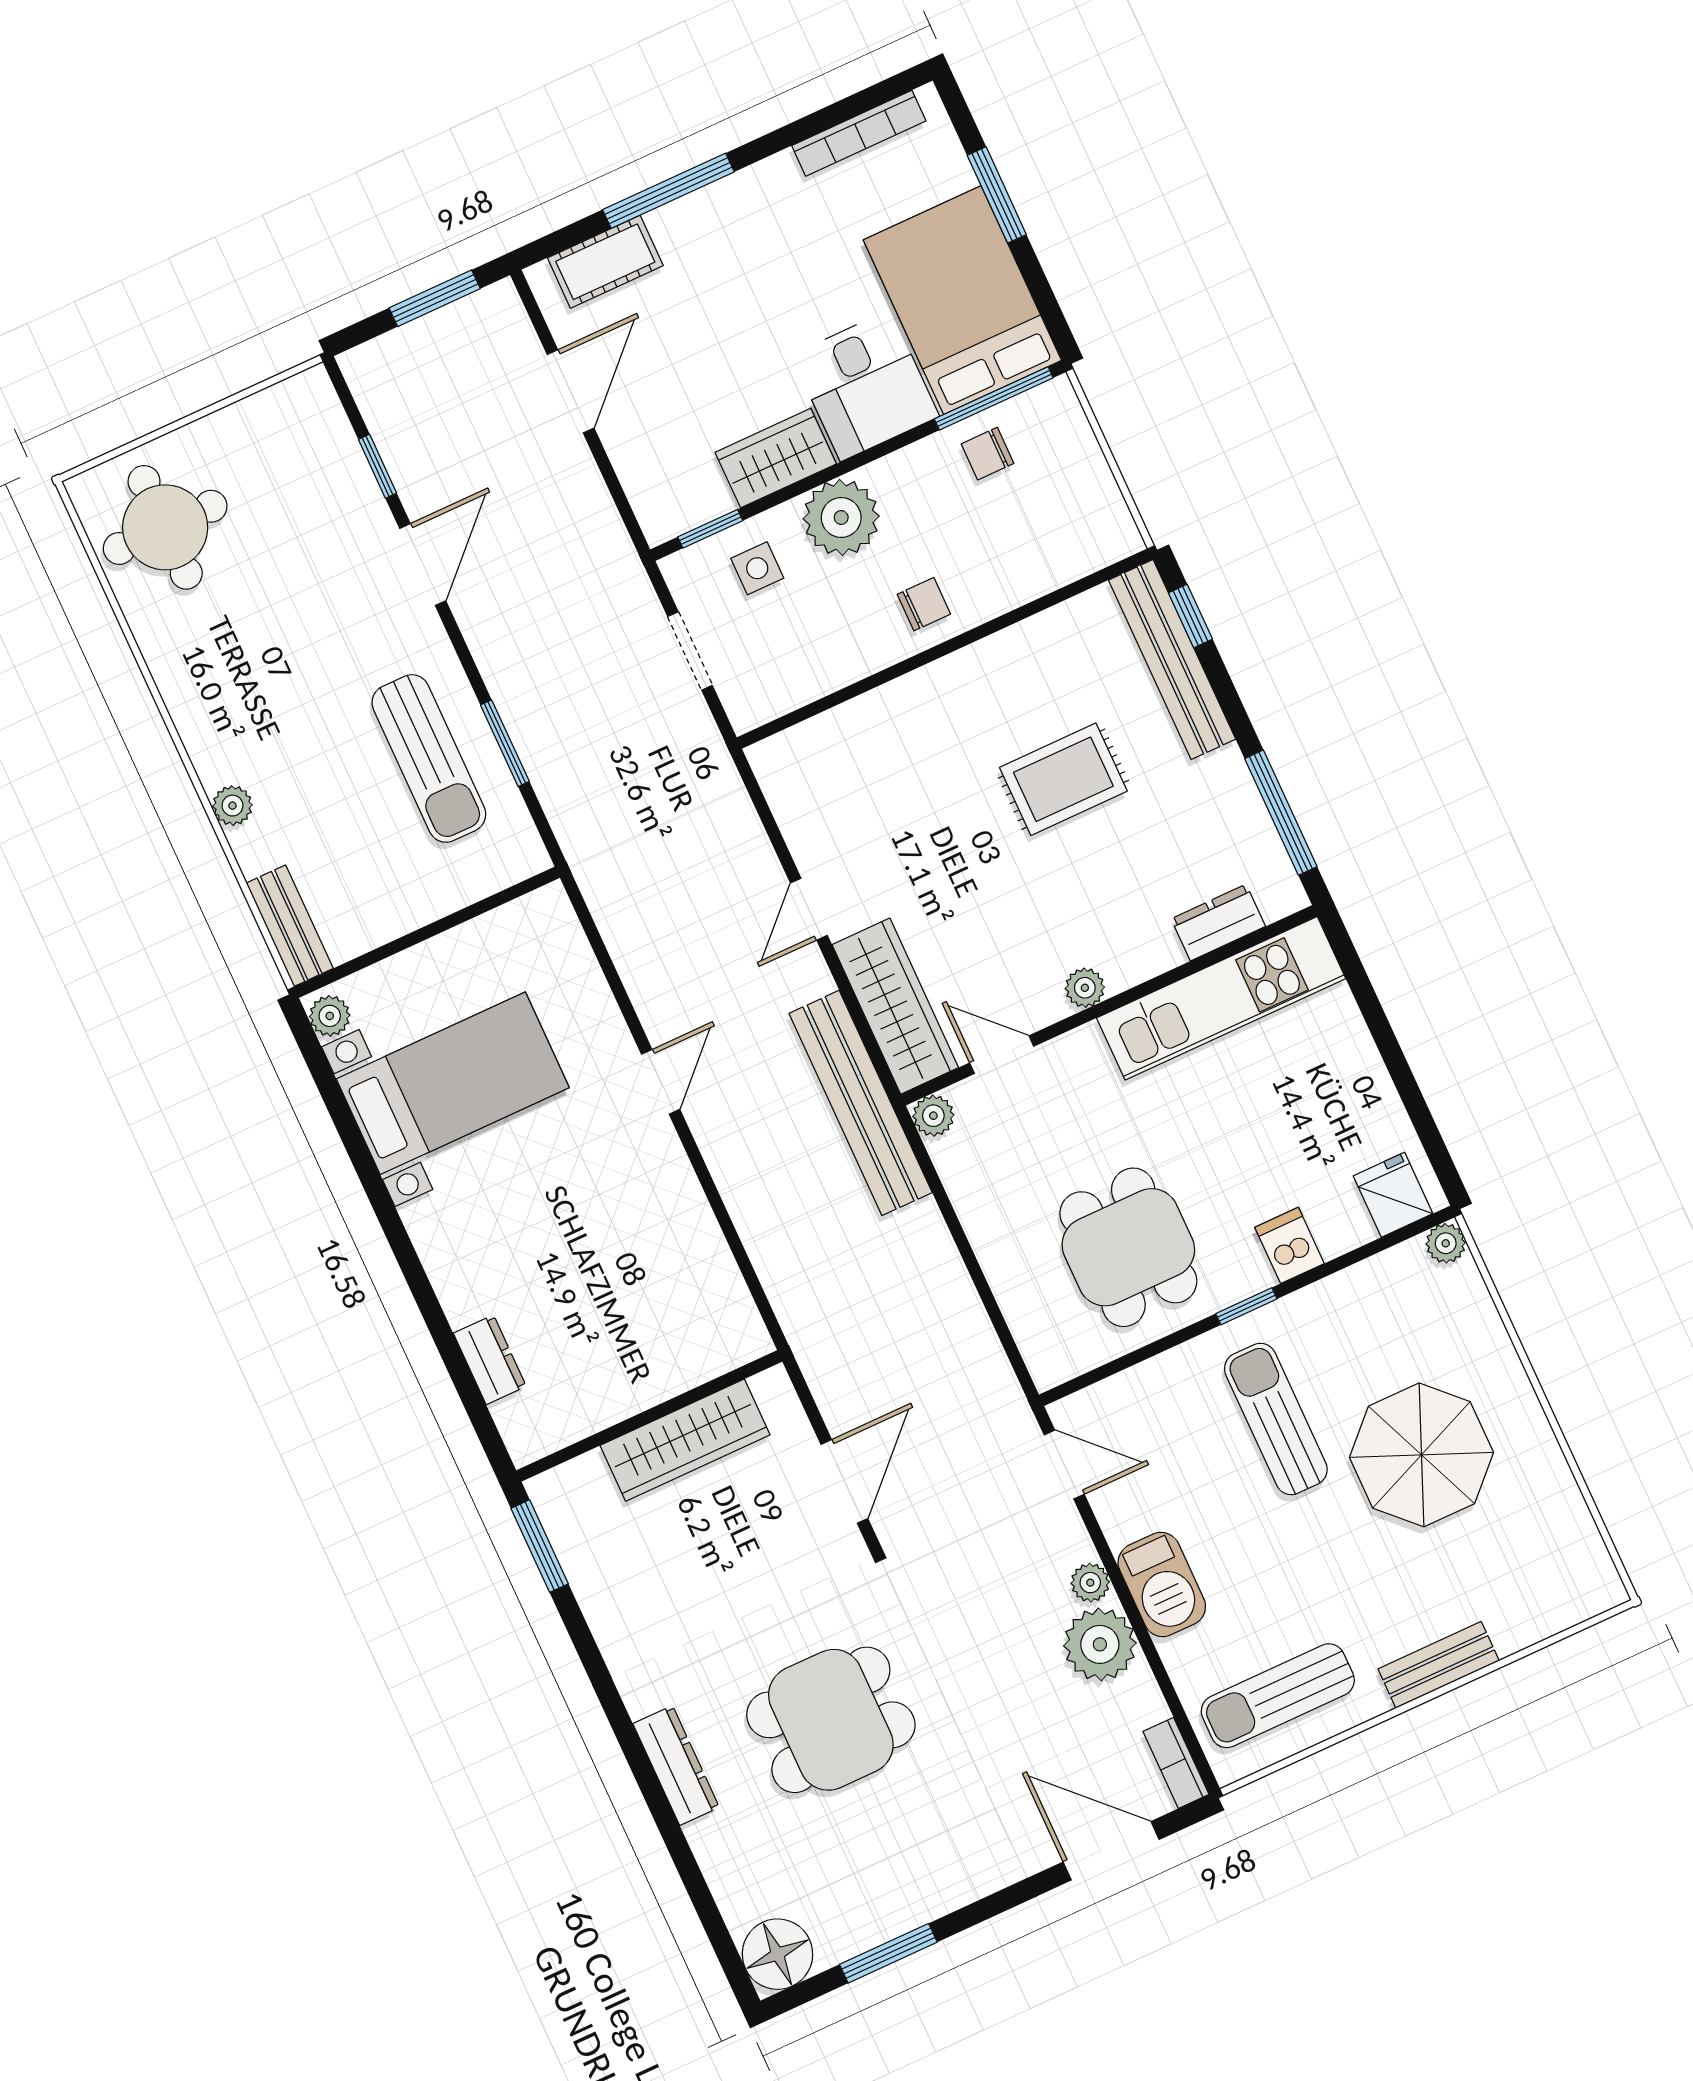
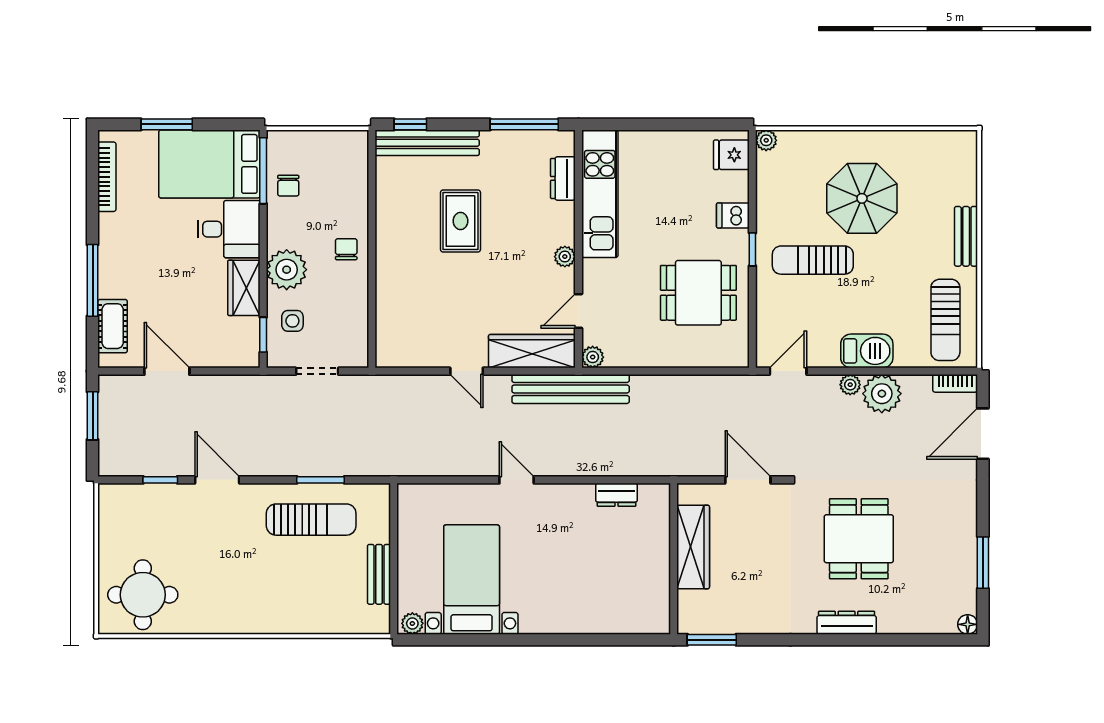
plant: (232, 806) -> (290, 624), removed
bench: (290, 926) -> (379, 574), moved, turned 90
dresser: (490, 1360) -> (617, 495), moved, turned 180
floor lamp: (777, 1954) -> (968, 624), width x0.53, depth x0.53

